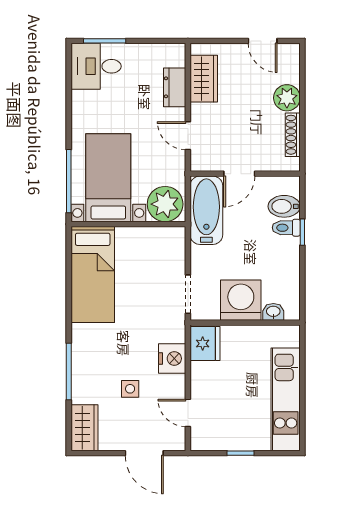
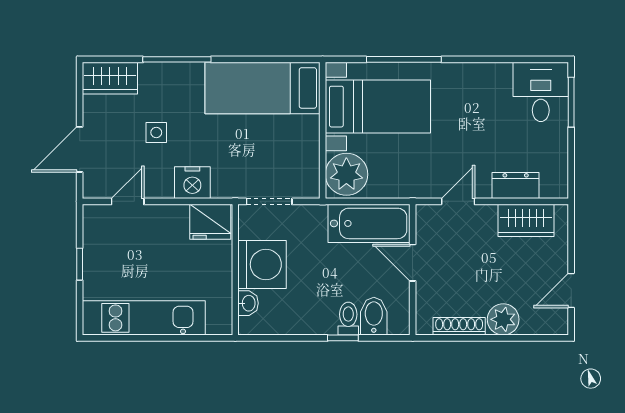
bed with nightstands: (108, 178) -> (378, 107), moved
plant: (165, 204) -> (346, 174), moved
wall: (128, 224) -> (323, 130), moved
bed: (93, 274) -> (263, 88), moved

